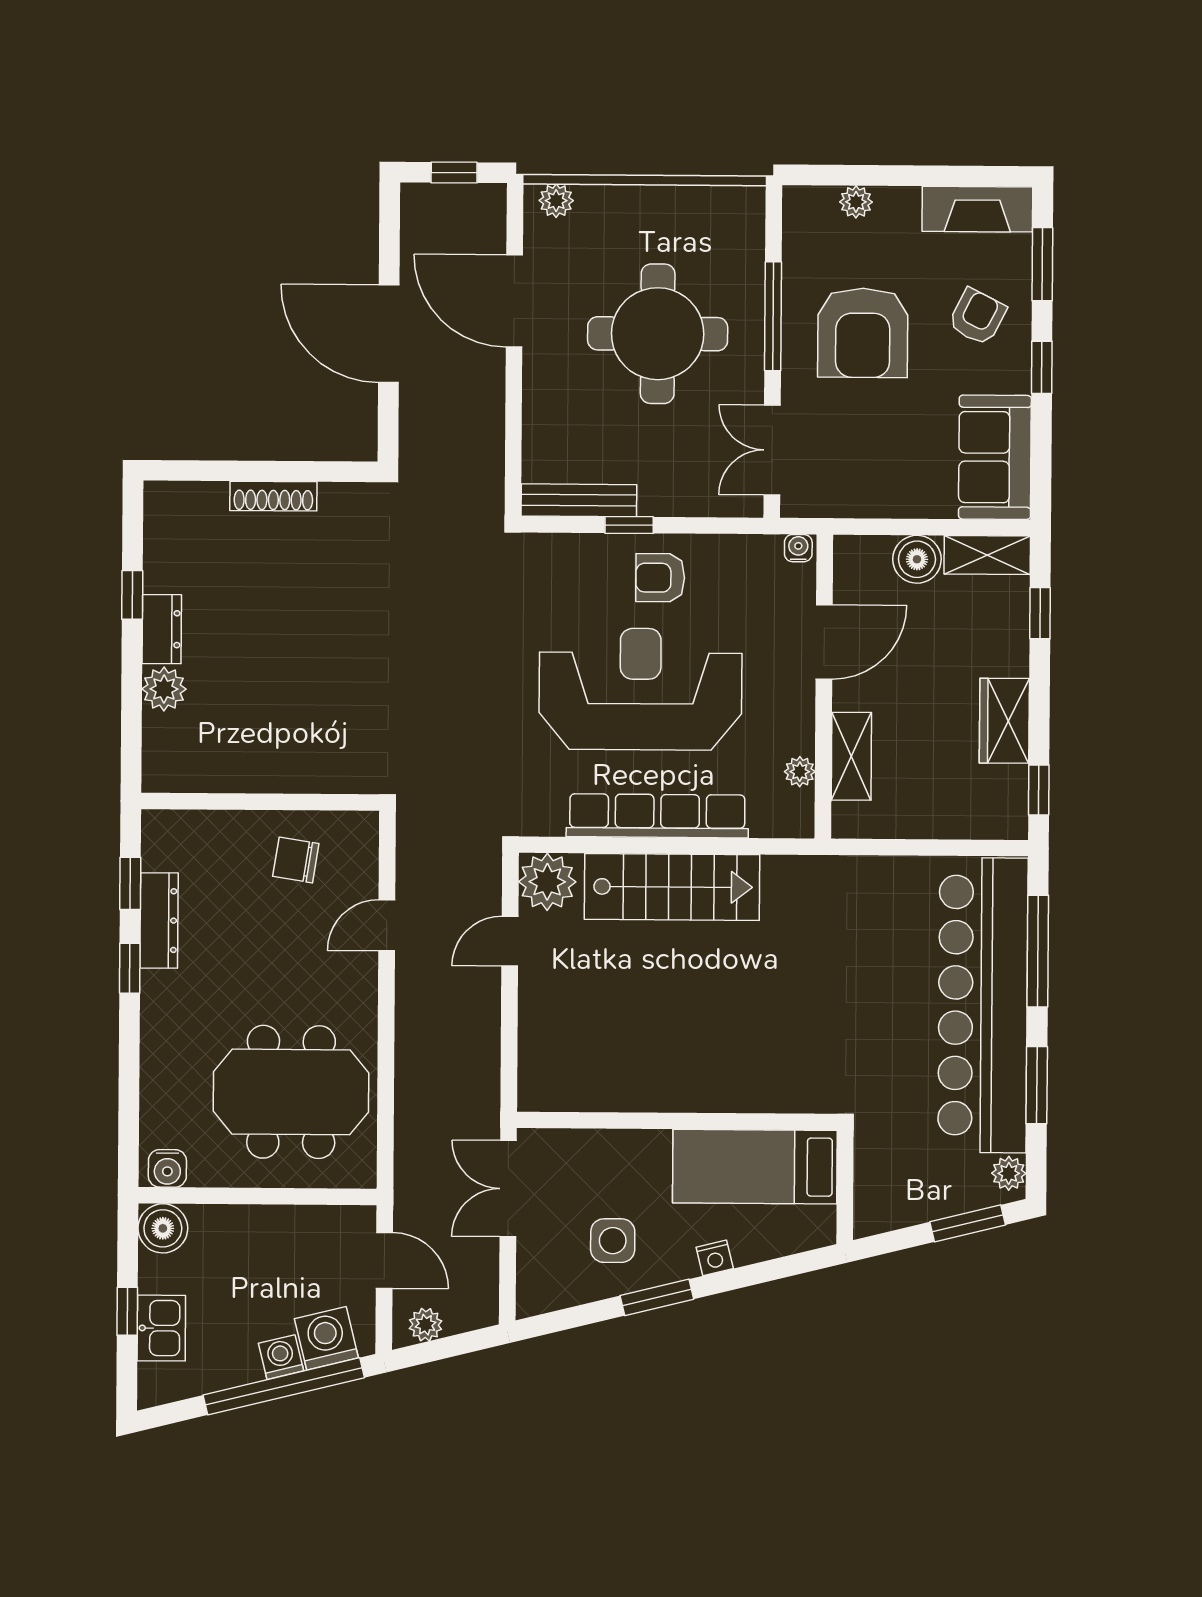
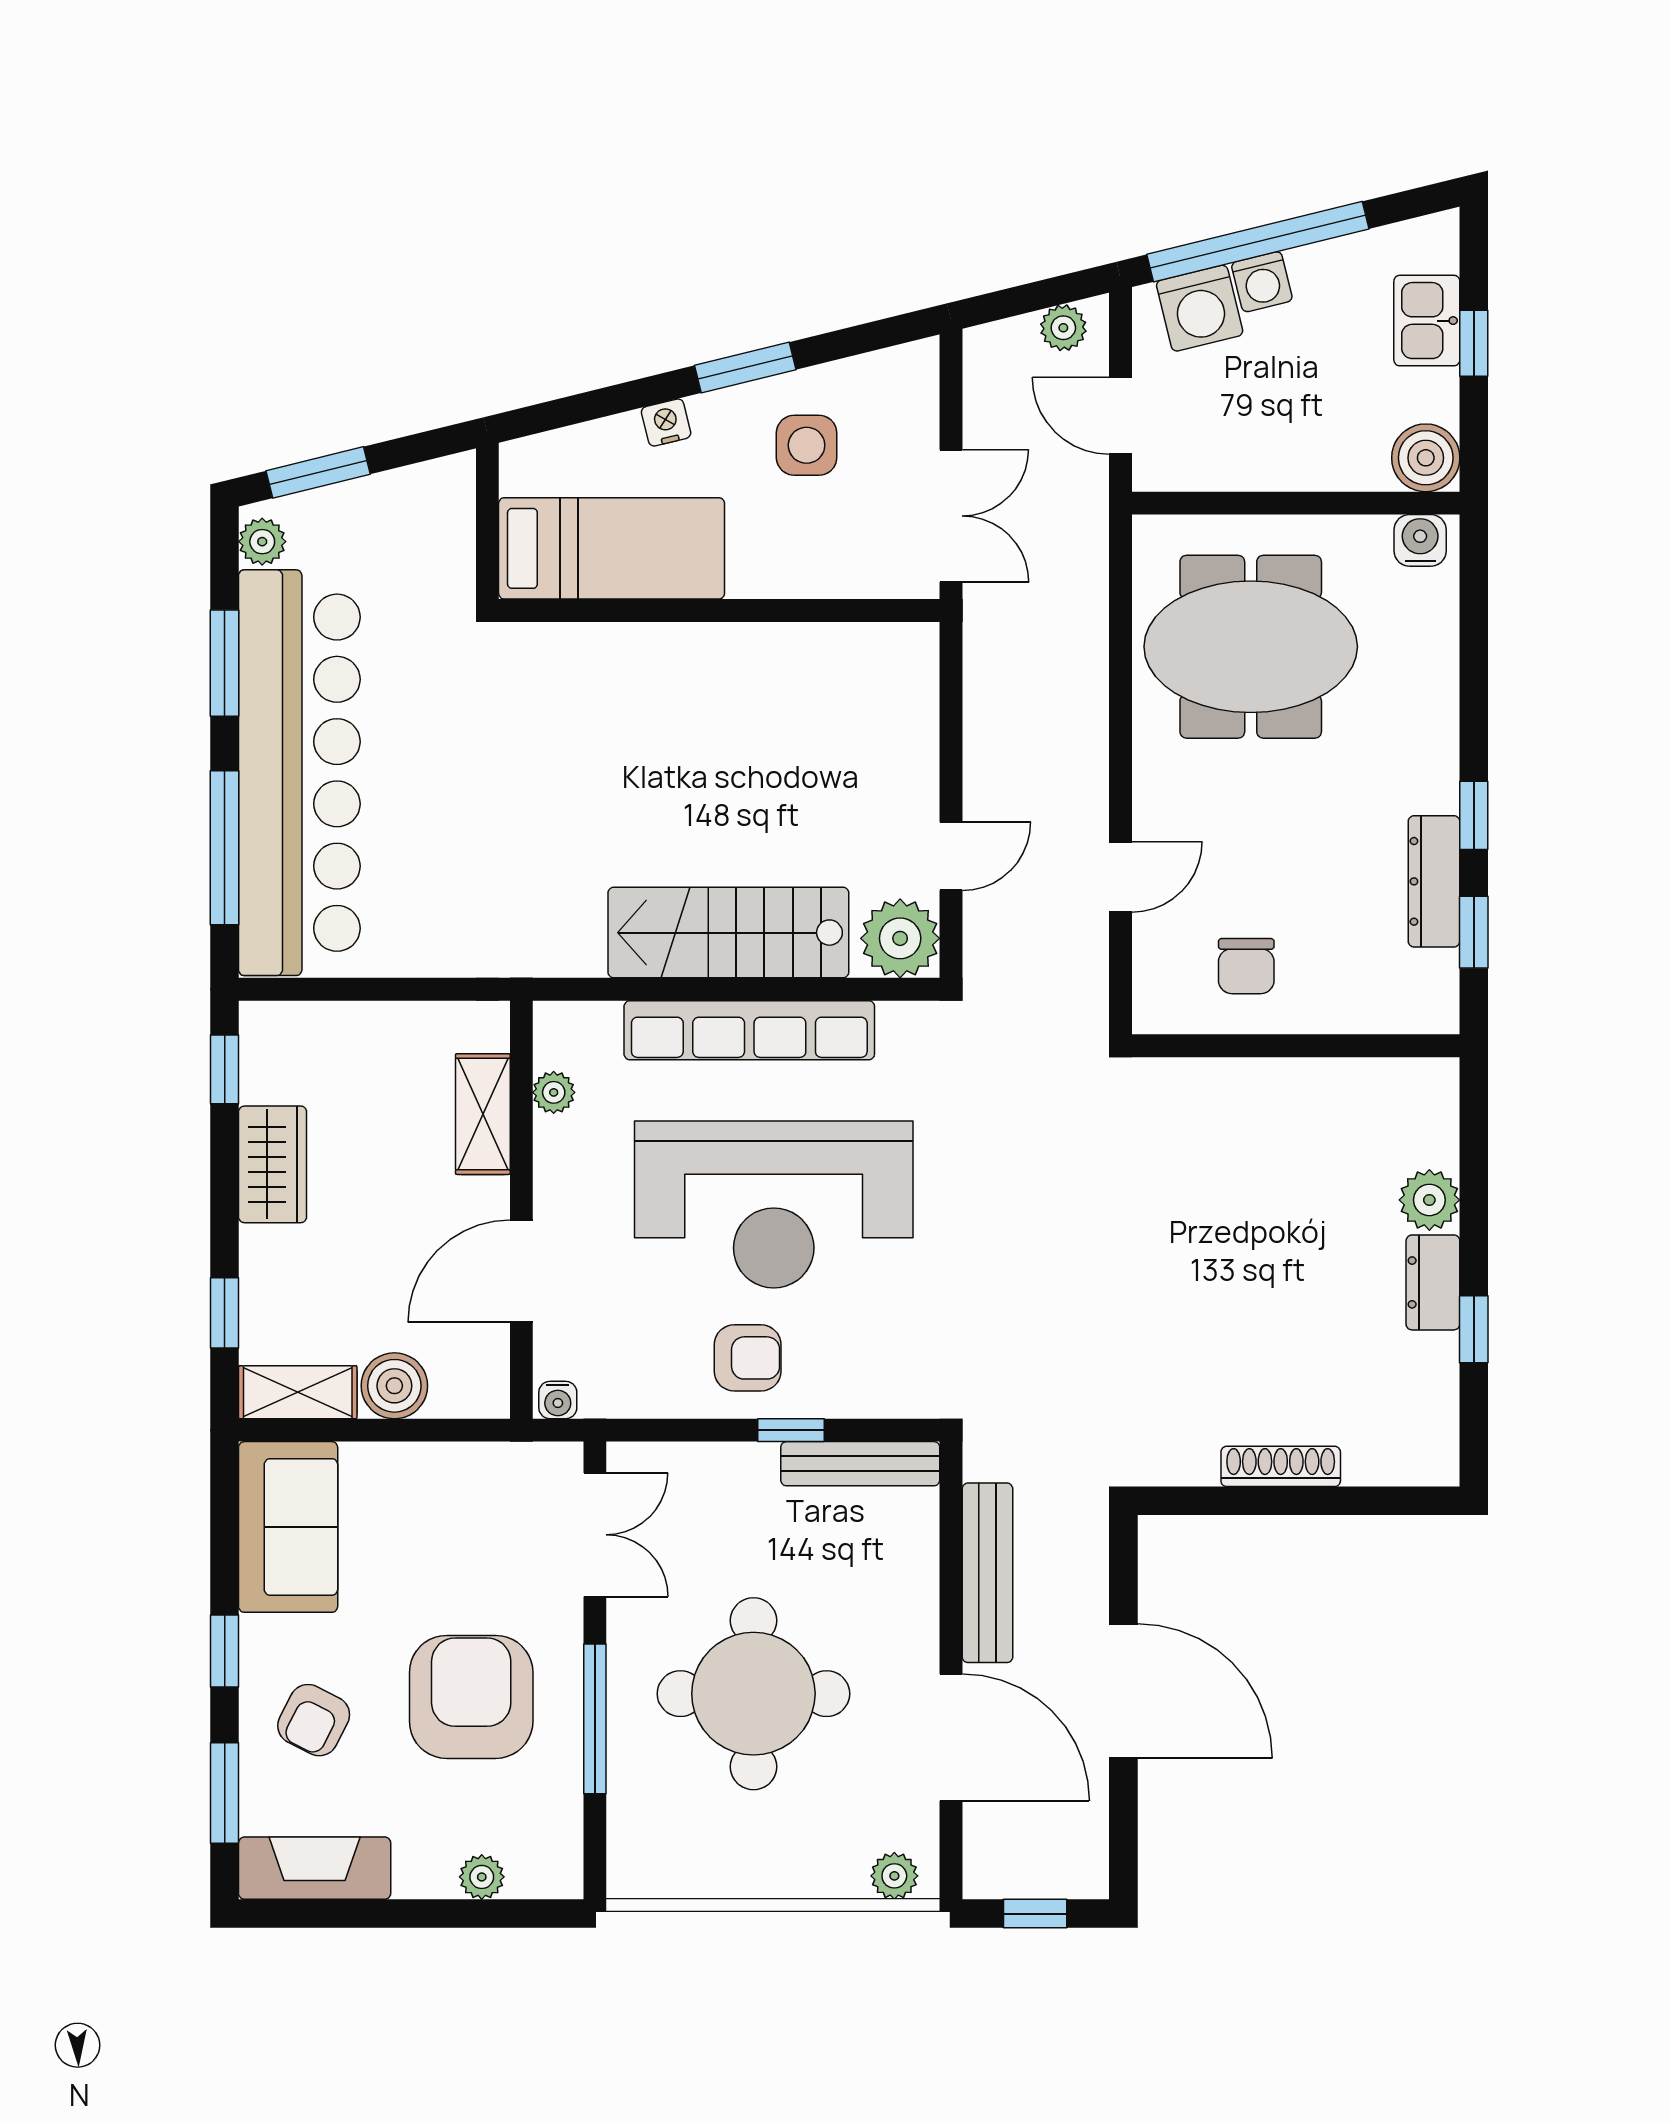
bench: (487, 420) -> (987, 1573), added
chair: (296, 860) -> (1246, 966), turned 81

